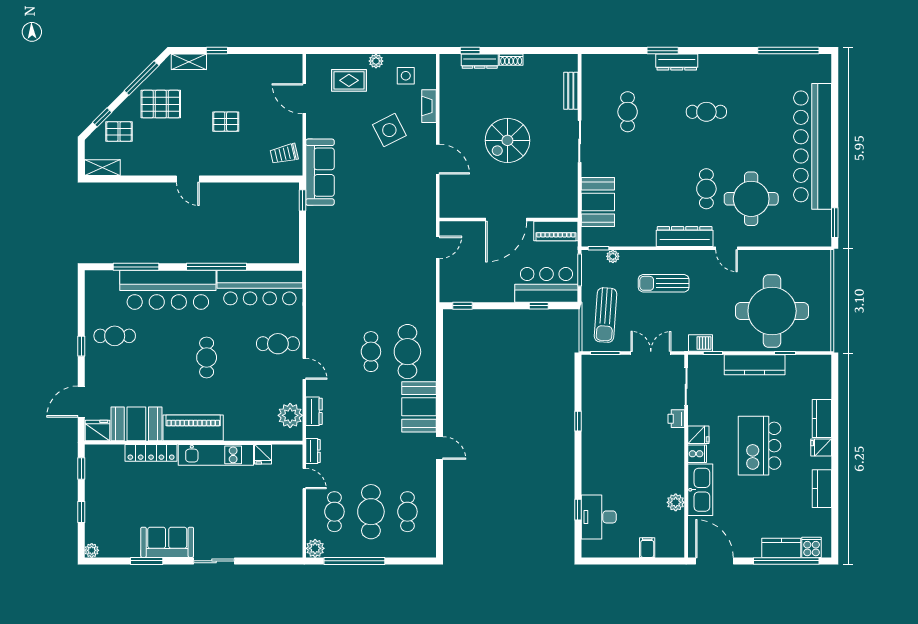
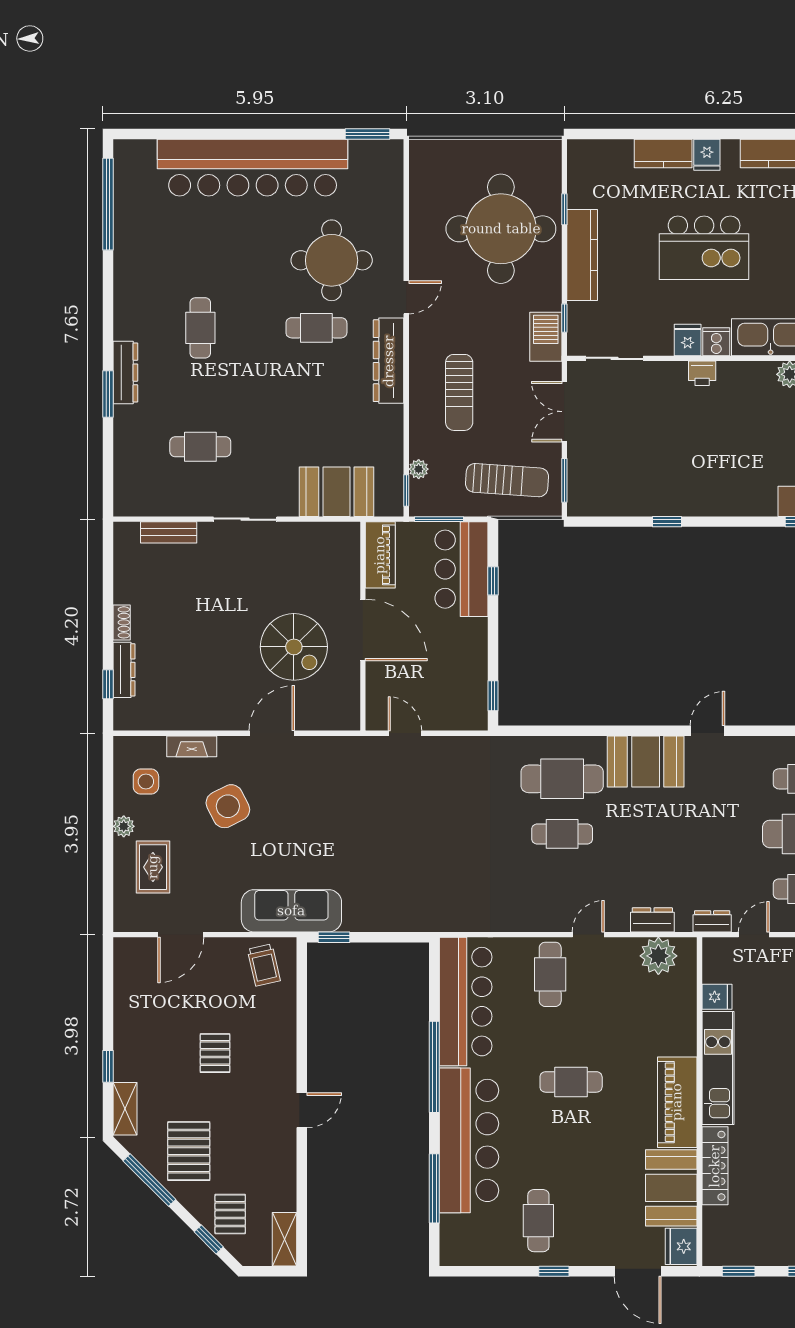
spiral stairs: (507, 140) -> (294, 647), moved
barbecue: (700, 343) -> (546, 337), width x1.38, depth x1.27
printer: (676, 419) -> (702, 373), moved

